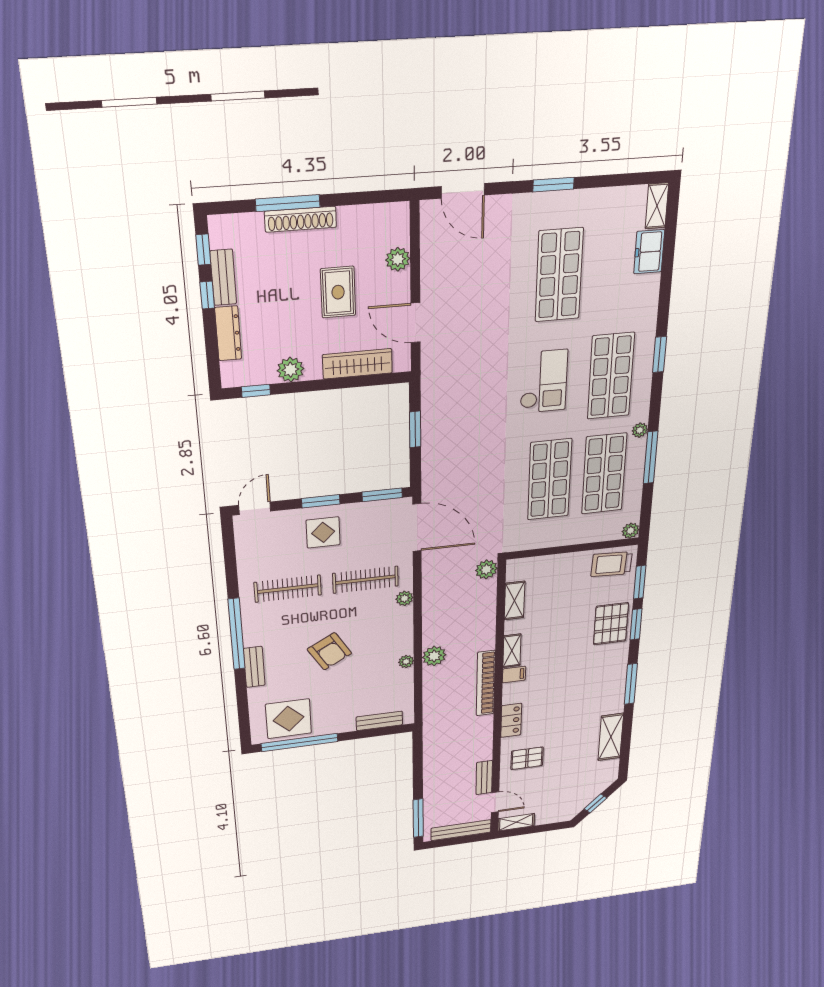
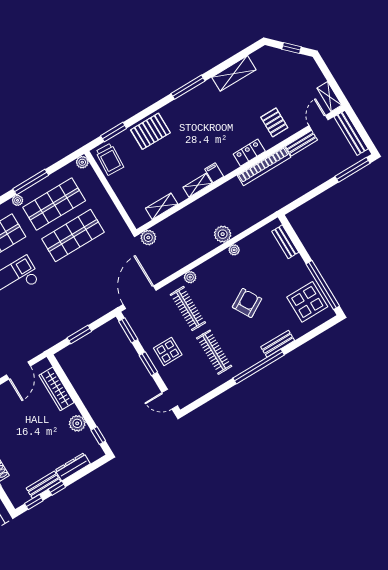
rug: (338, 292) -> (22, 421), removed
window: (636, 624) -> (144, 114), removed
bookcase: (486, 683) -> (264, 166), moved

